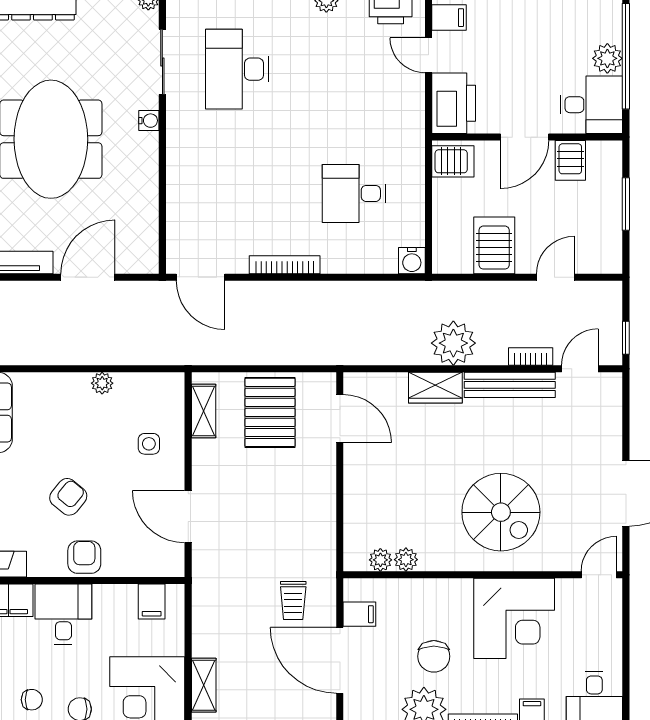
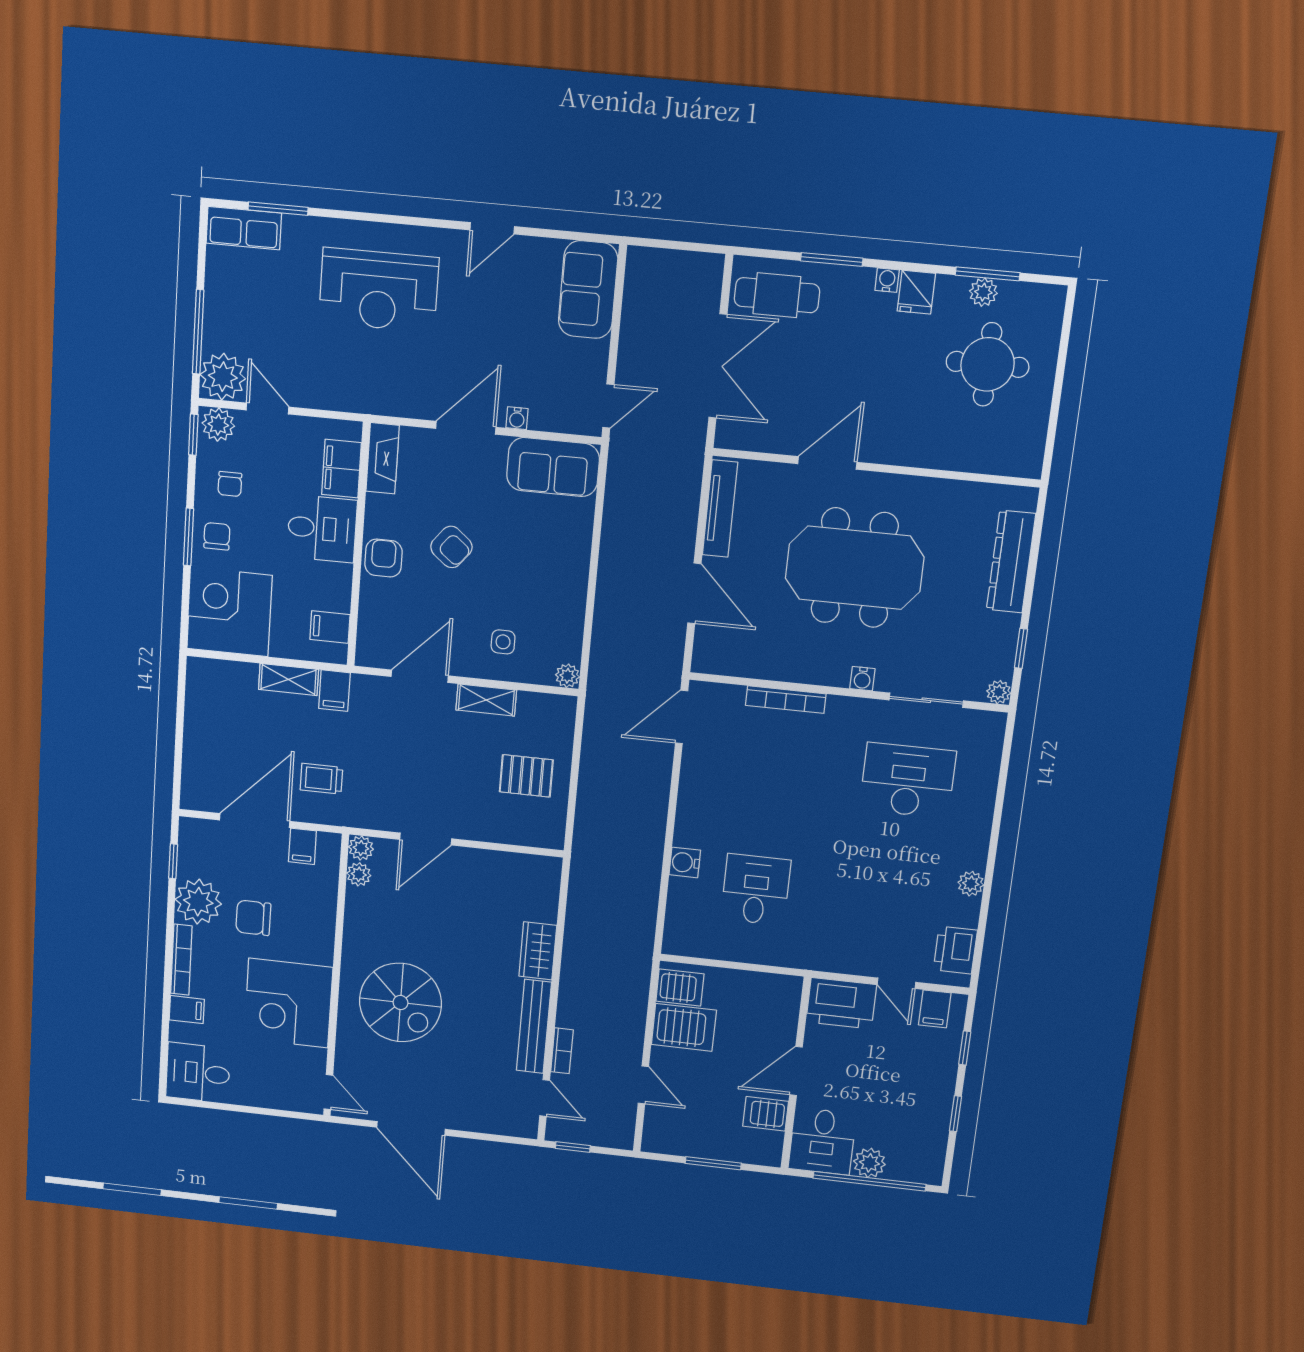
door: (428, 55) -> (897, 983), swing flipped
door: (525, 137) -> (796, 1071), hinge flipped
server rack: (453, 161) -> (680, 988), moved, turned -90
water cooler: (412, 261) -> (685, 862), moved
bookcase: (285, 265) -> (786, 700), moved, turned 90
plant: (453, 343) -> (584, 974), removed
plant: (102, 383) -> (567, 676), moved
shelving: (204, 411) -> (486, 700), moved
pallet: (270, 412) -> (526, 776), width x0.67, depth x0.71
door: (340, 419) -> (426, 839), moved
spiral stairs: (501, 512) -> (400, 1002), turned -90
armchair: (84, 557) -> (383, 558), turned -90
plant: (406, 560) -> (361, 848), moved
filing cabinet: (210, 594) -> (334, 691), added
shelving: (204, 685) -> (289, 679), moved

